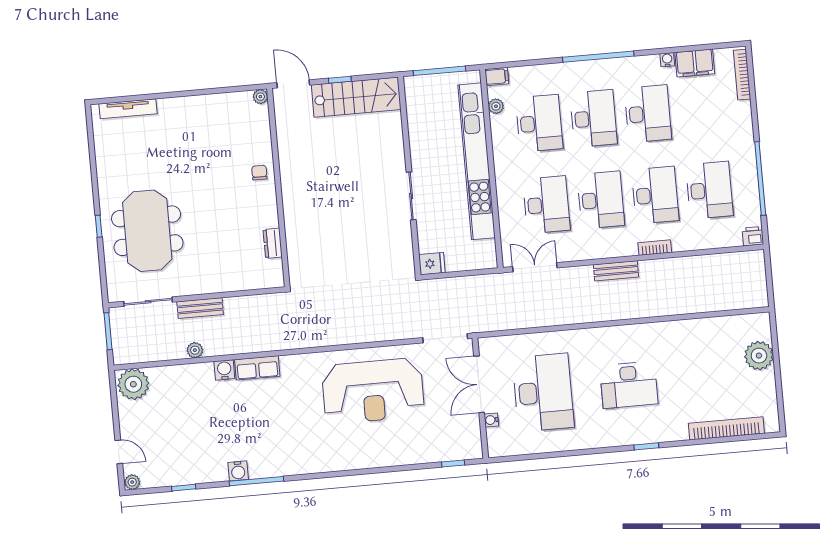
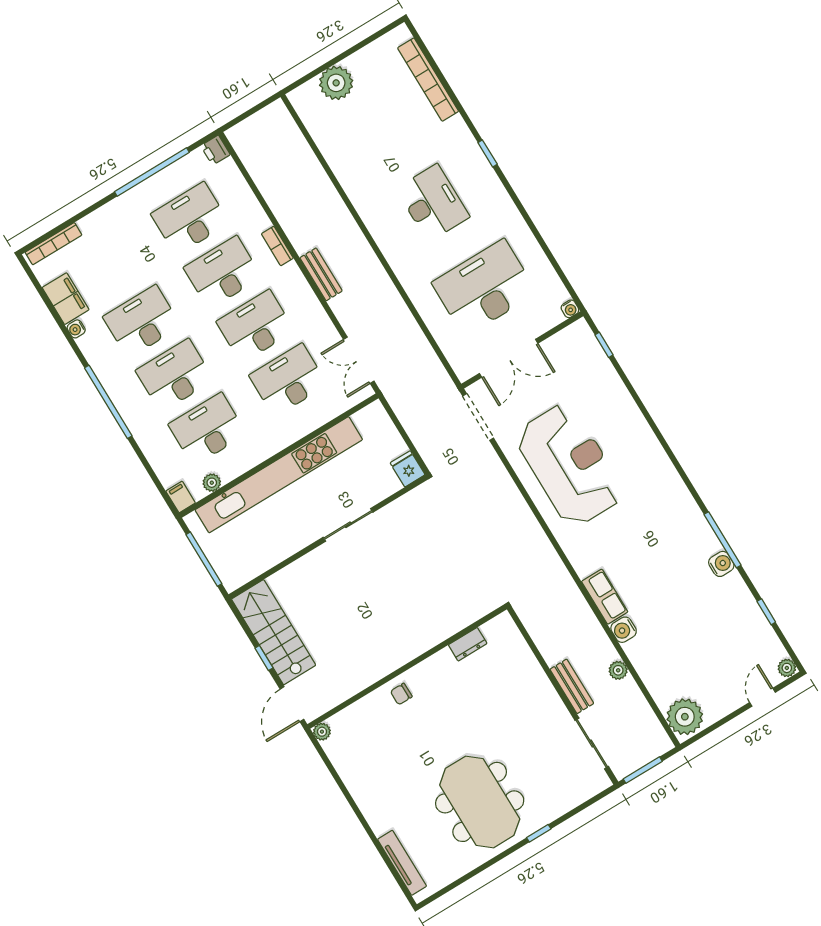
meeting table: (147, 231) -> (480, 802), moved, turned 90
water cooler: (491, 420) -> (570, 309), moved

